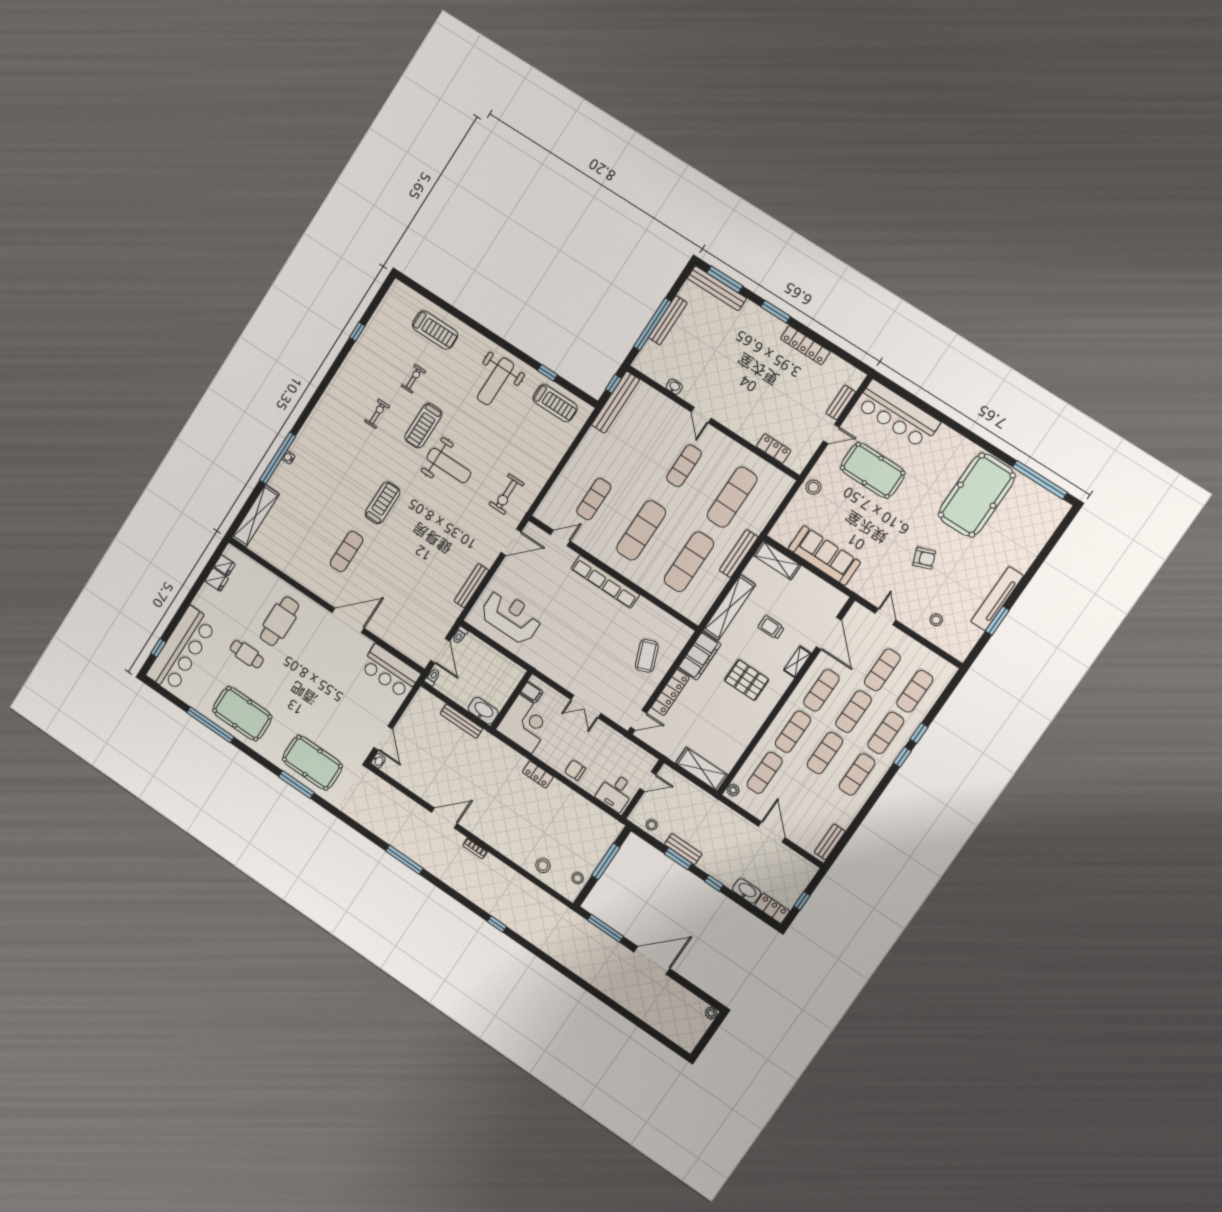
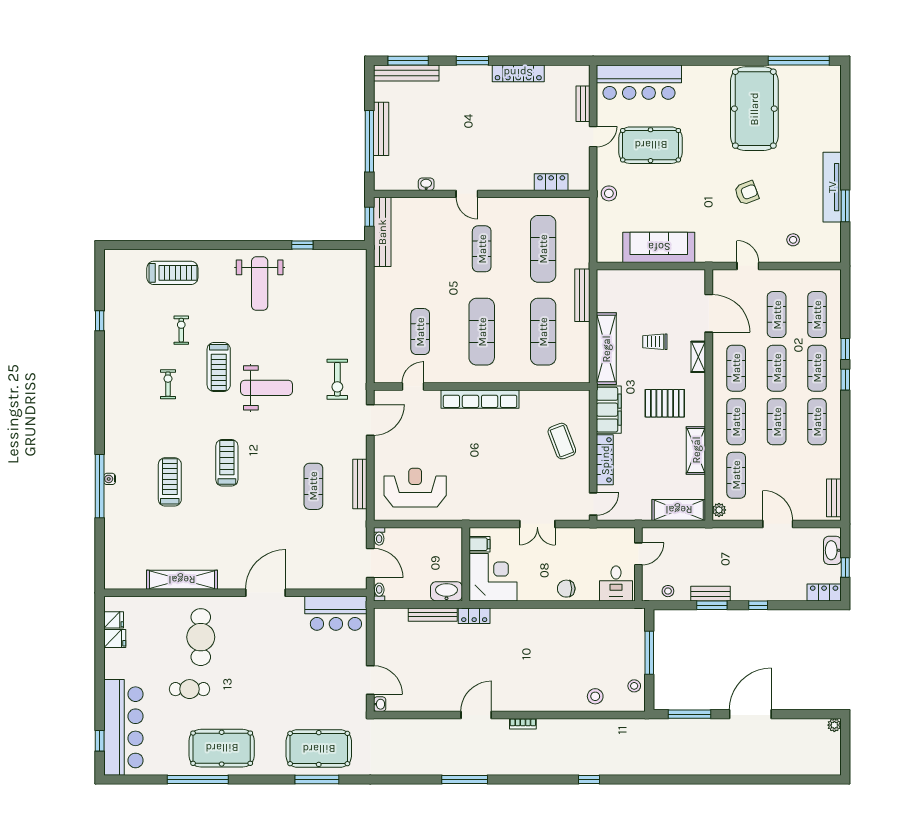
treadmill: (555, 403) -> (170, 482), moved, turned -90
shelving: (256, 516) -> (182, 580), moved, turned 90
exercise mat: (347, 552) -> (313, 486), moved
shelving: (777, 560) -> (696, 450), moved, turned 90
locker: (538, 774) -> (474, 616), moved
washbasin: (747, 891) -> (832, 550), moved, turned -90

